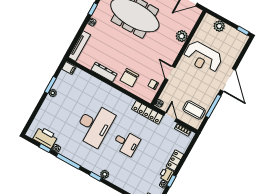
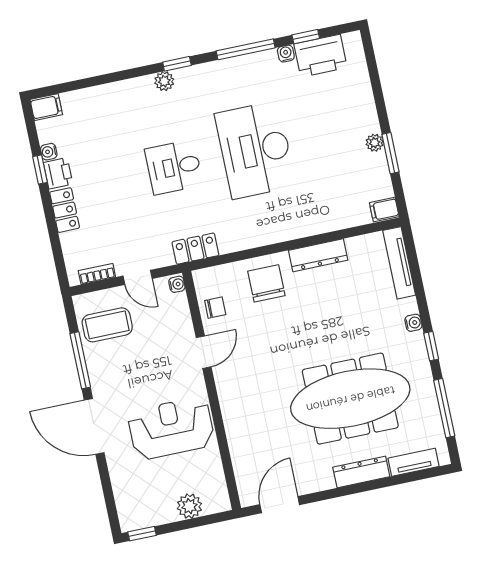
plant: (182, 36) -> (239, 433), removed
door: (170, 73) -> (204, 352), hinge flipped
locker: (147, 112) -> (195, 249), width x0.66

